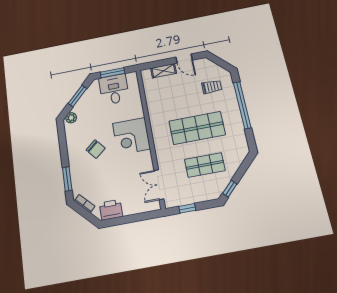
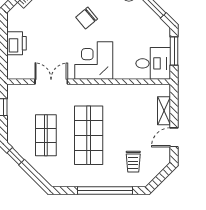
desk: (114, 89) -> (153, 63), moved
double door: (159, 185) -> (51, 82), moved
printer: (111, 210) -> (17, 43), moved

